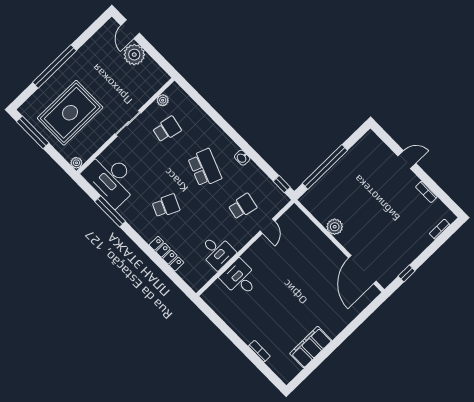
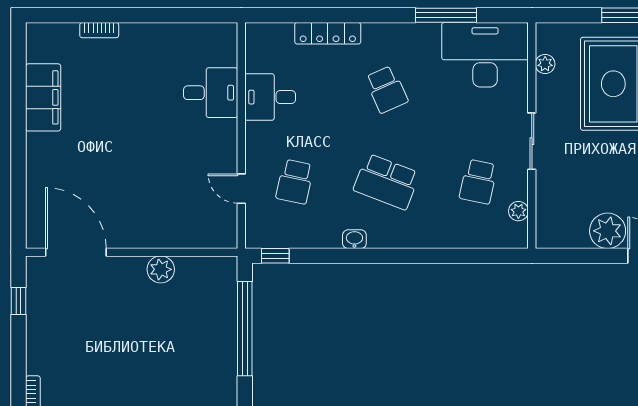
plant: (76, 163) -> (545, 64), moved
school desk: (166, 206) -> (387, 89), turned -48

